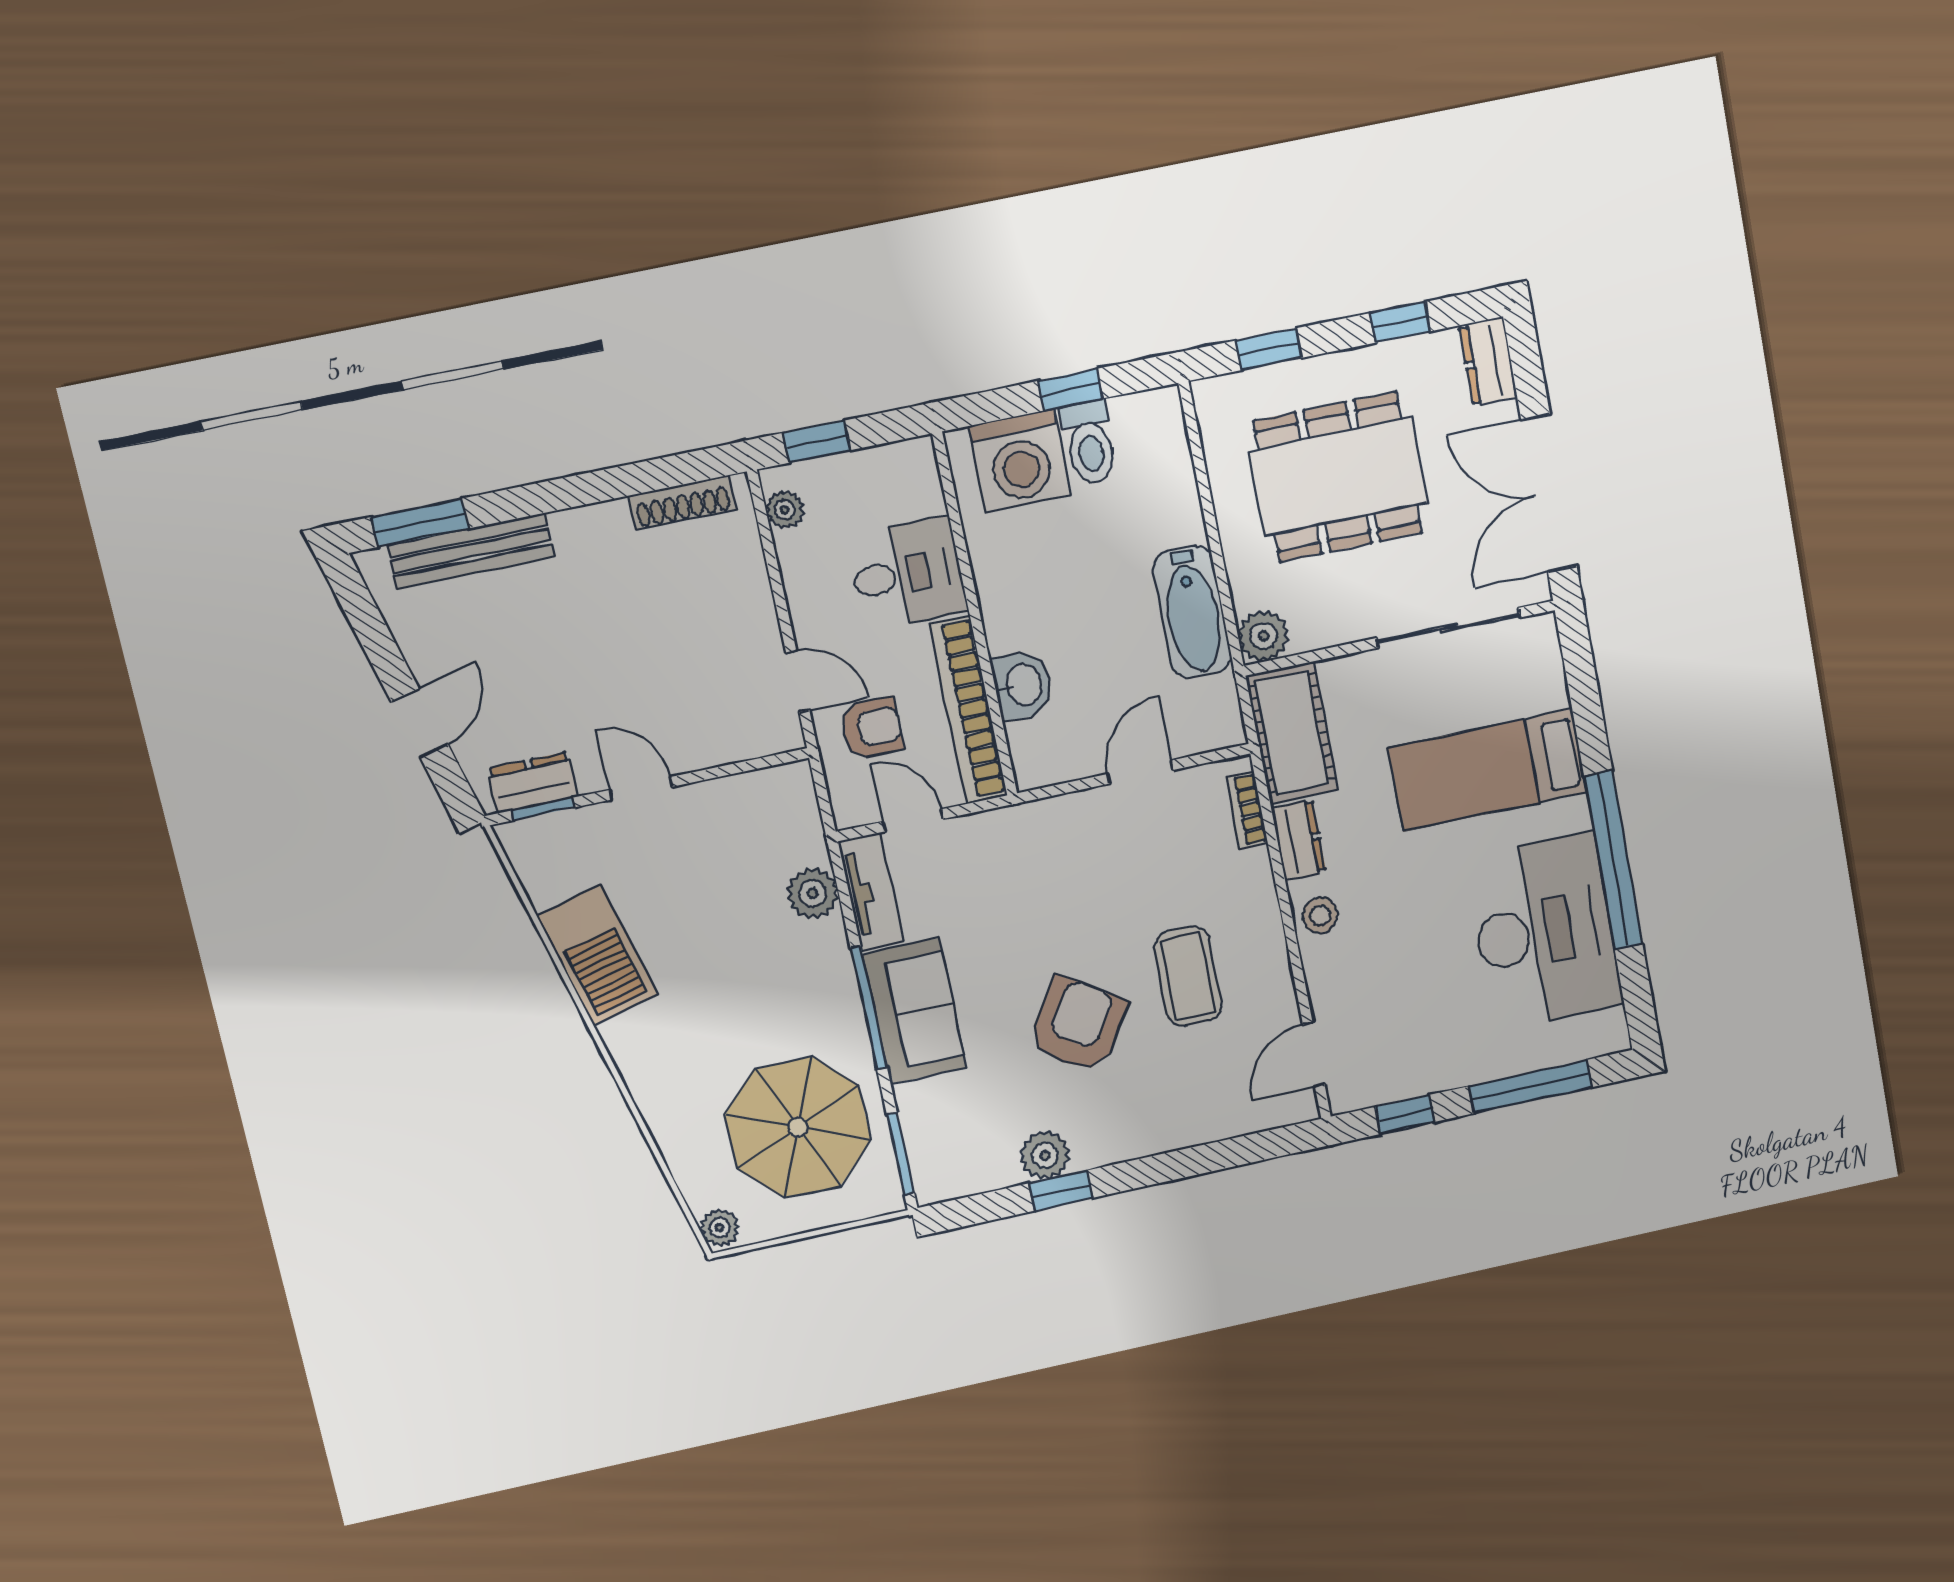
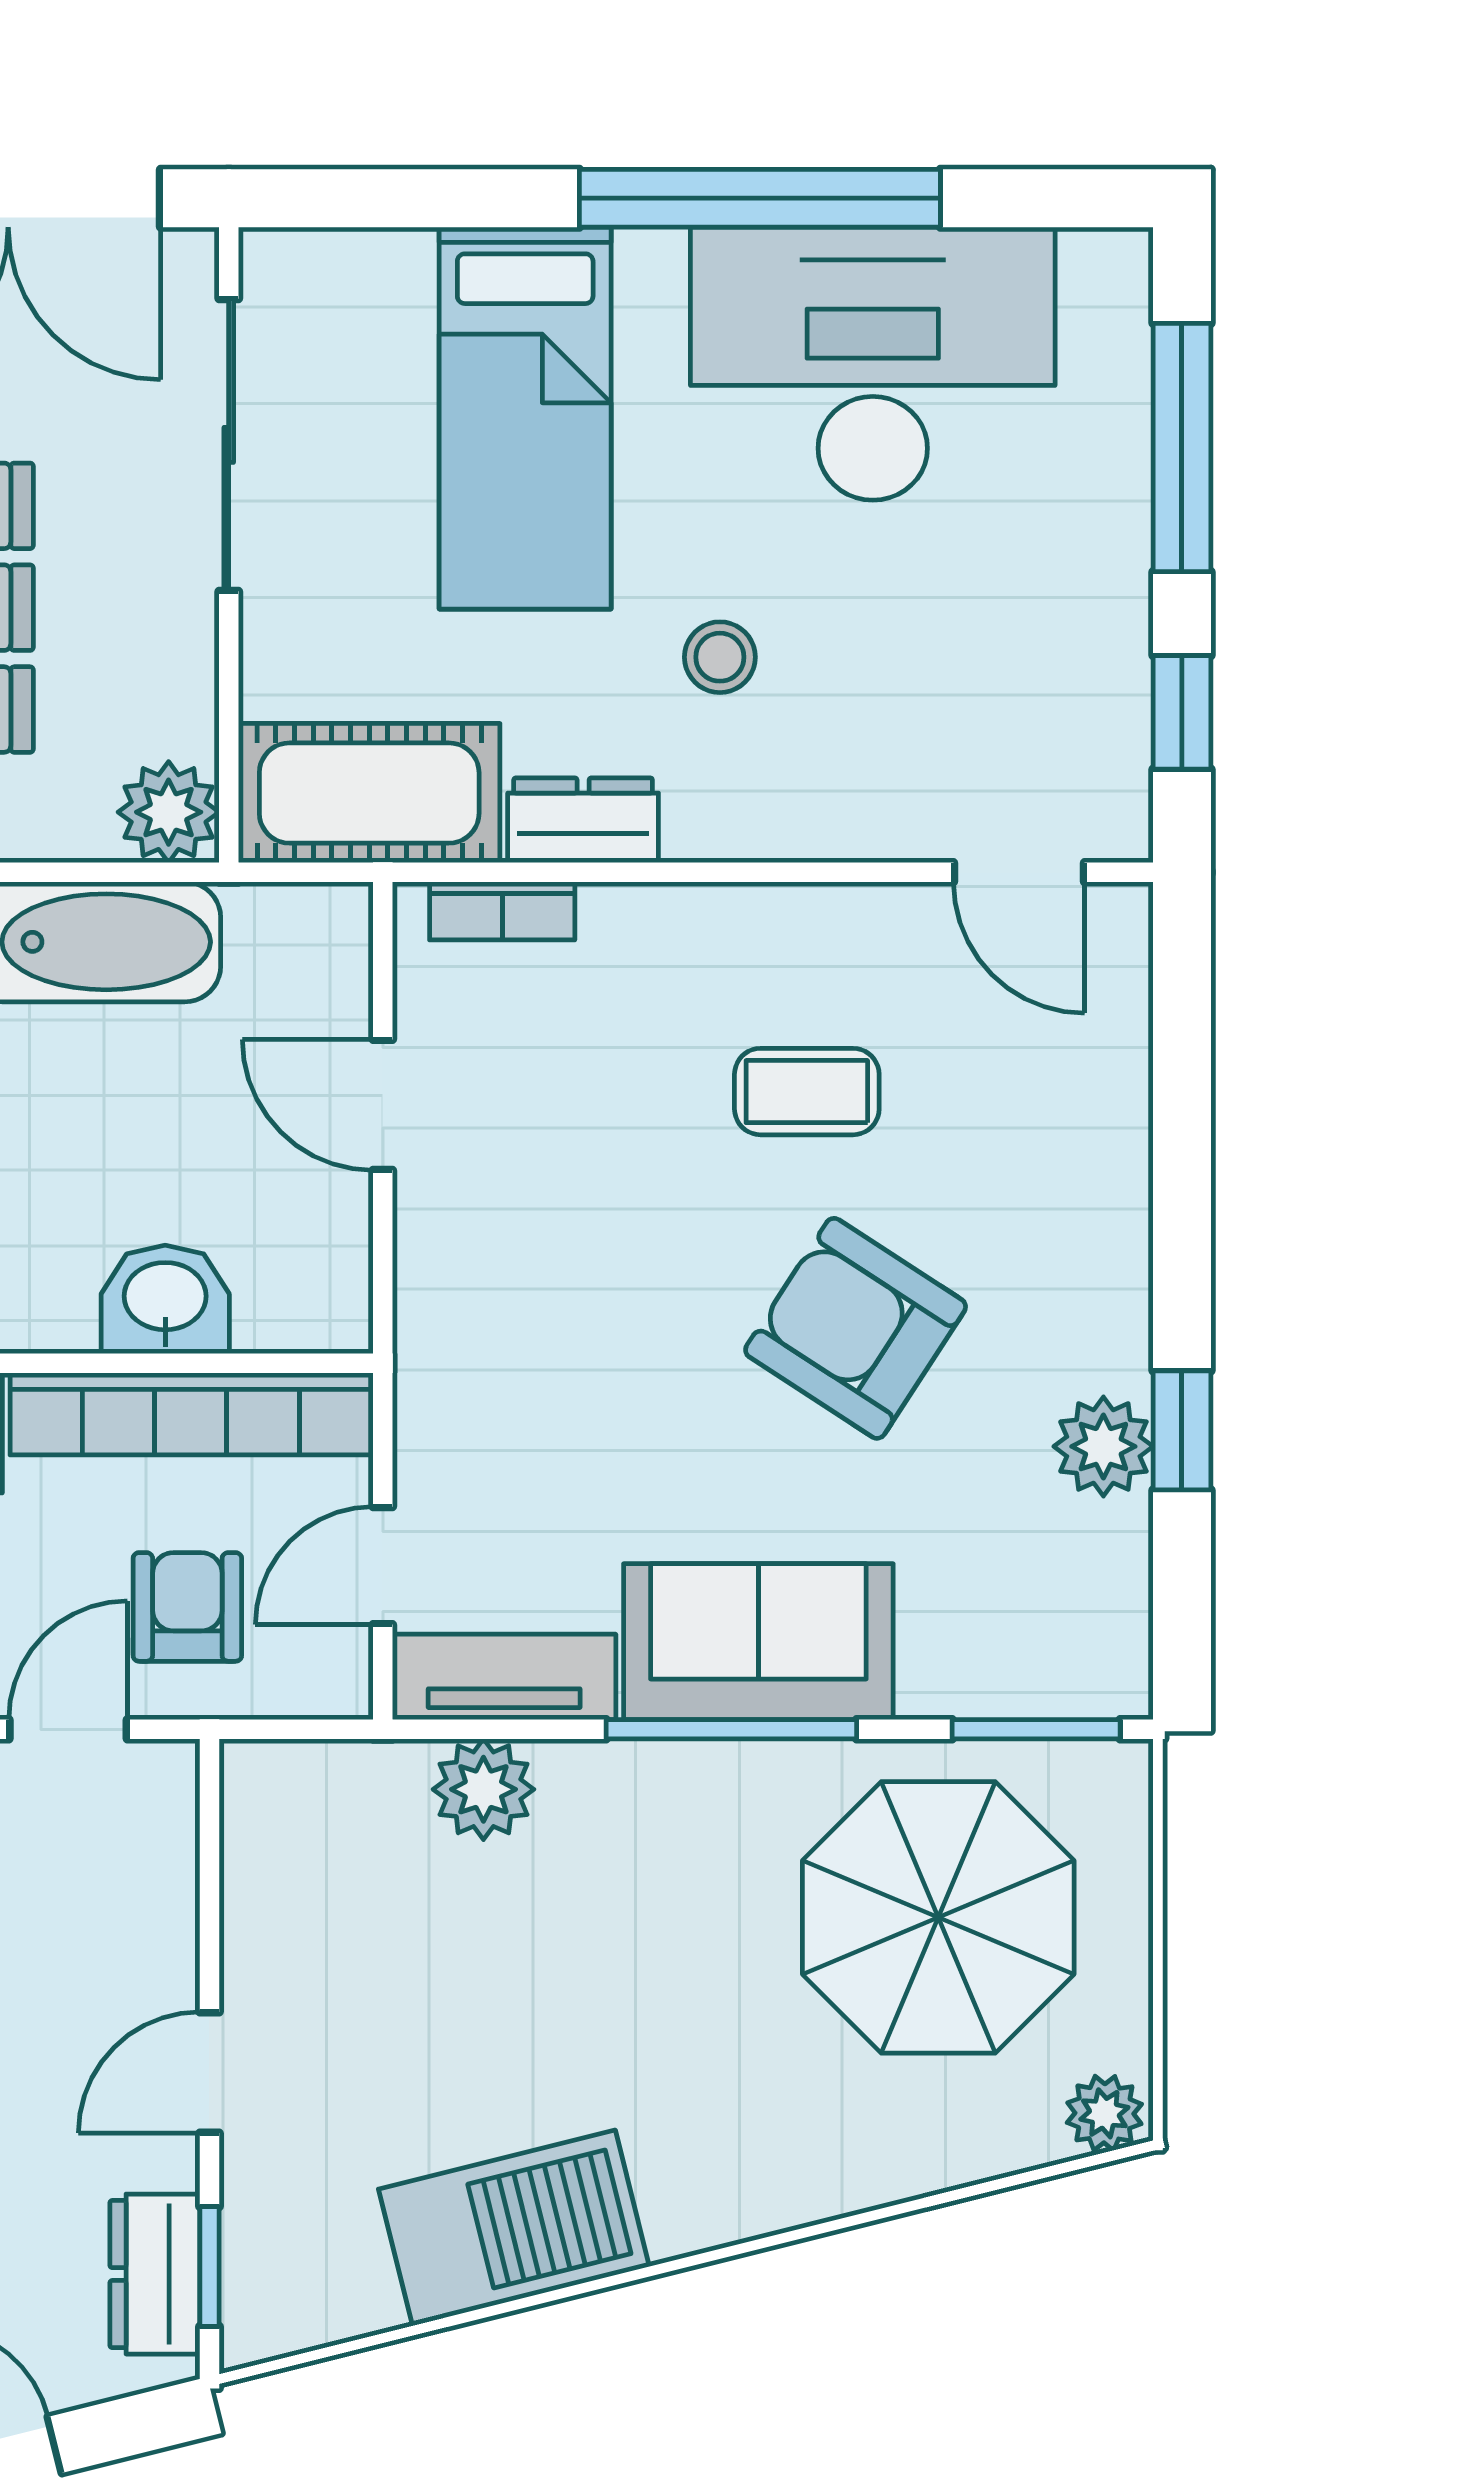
stool: (1320, 915) -> (720, 657), moved
coffee table: (1188, 976) -> (807, 1092), width x0.73, depth x0.77

